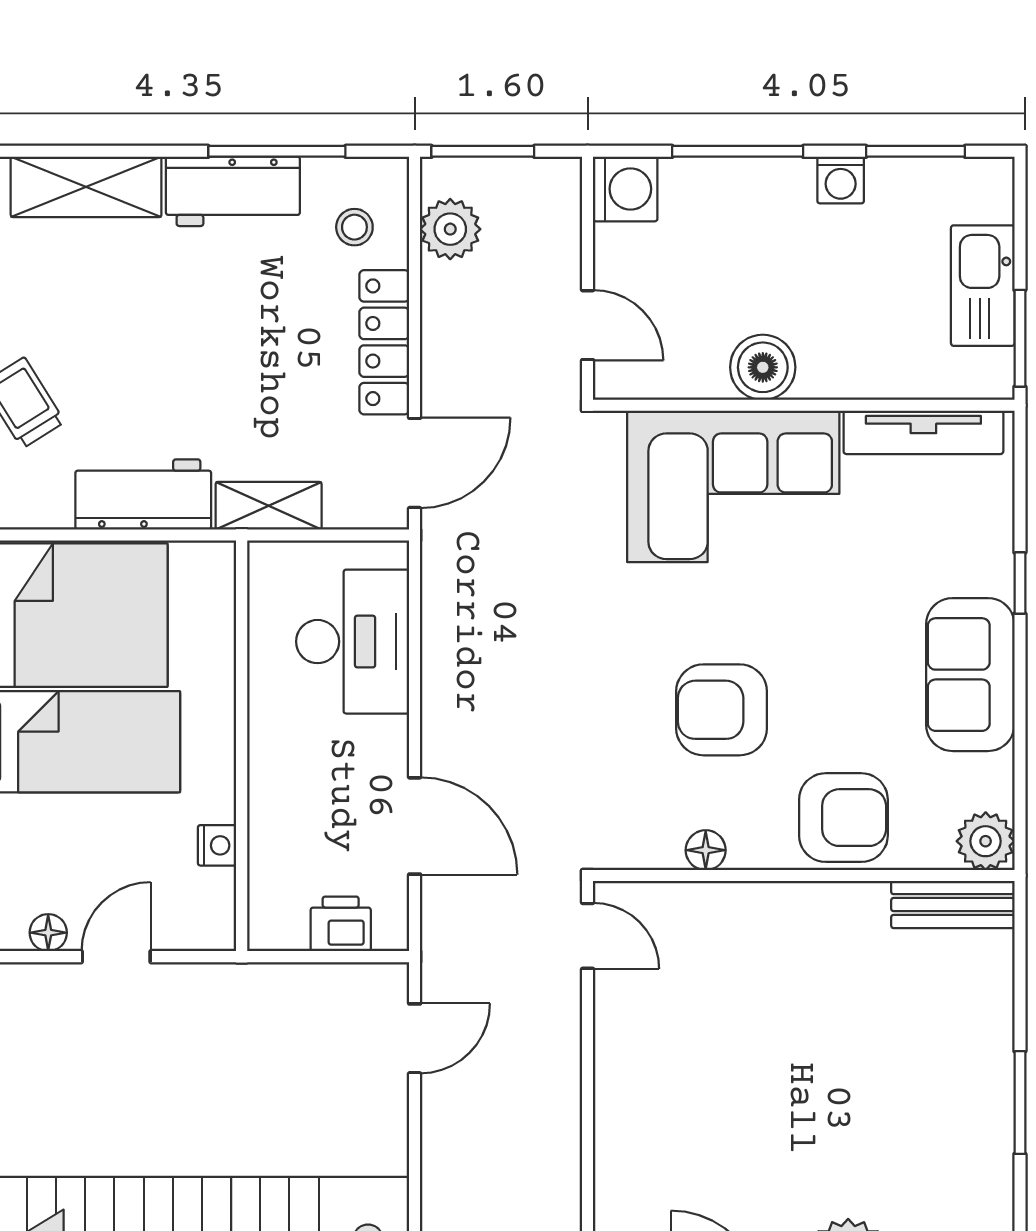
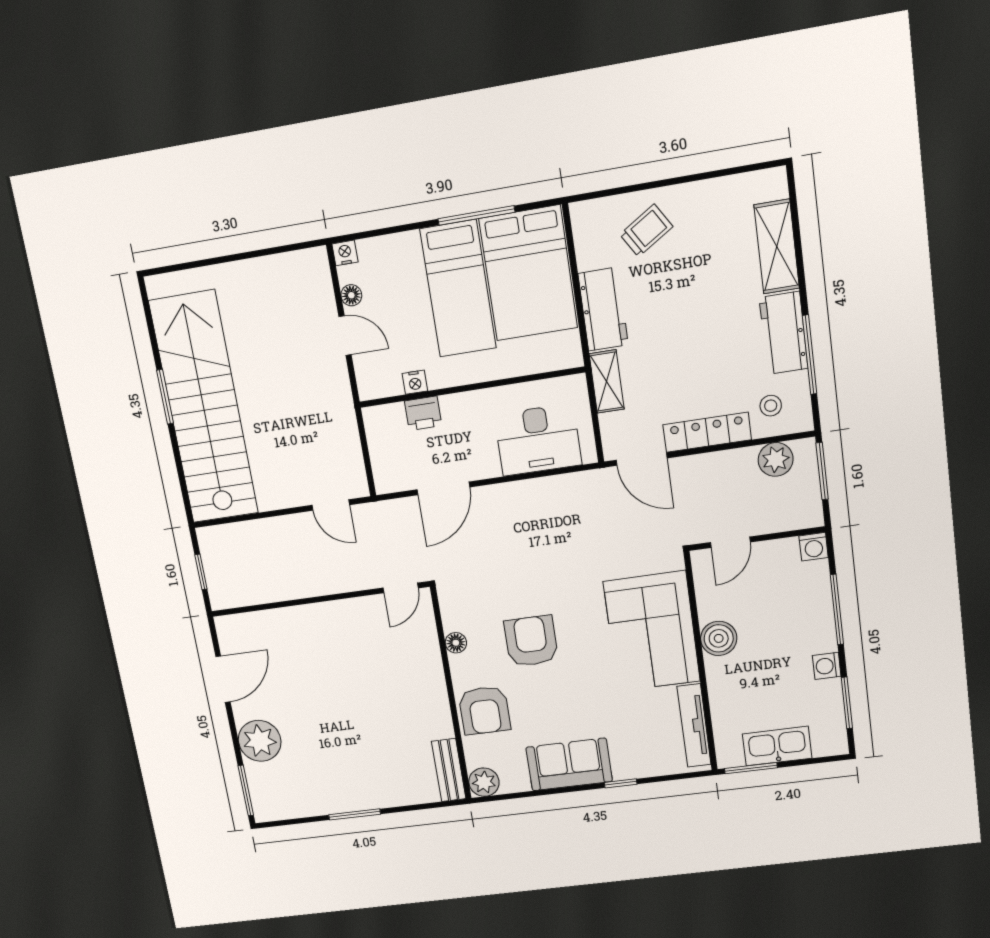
washing machine: (625, 189) -> (814, 547), width x0.73, depth x0.73
printer: (341, 924) -> (423, 413), moved, turned 90

